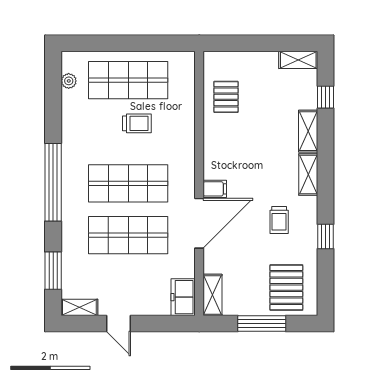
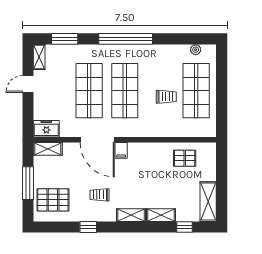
shelving: (298, 60) -> (208, 202), width x1.50, depth x1.33
trolley: (137, 123) -> (166, 97), turned -90

